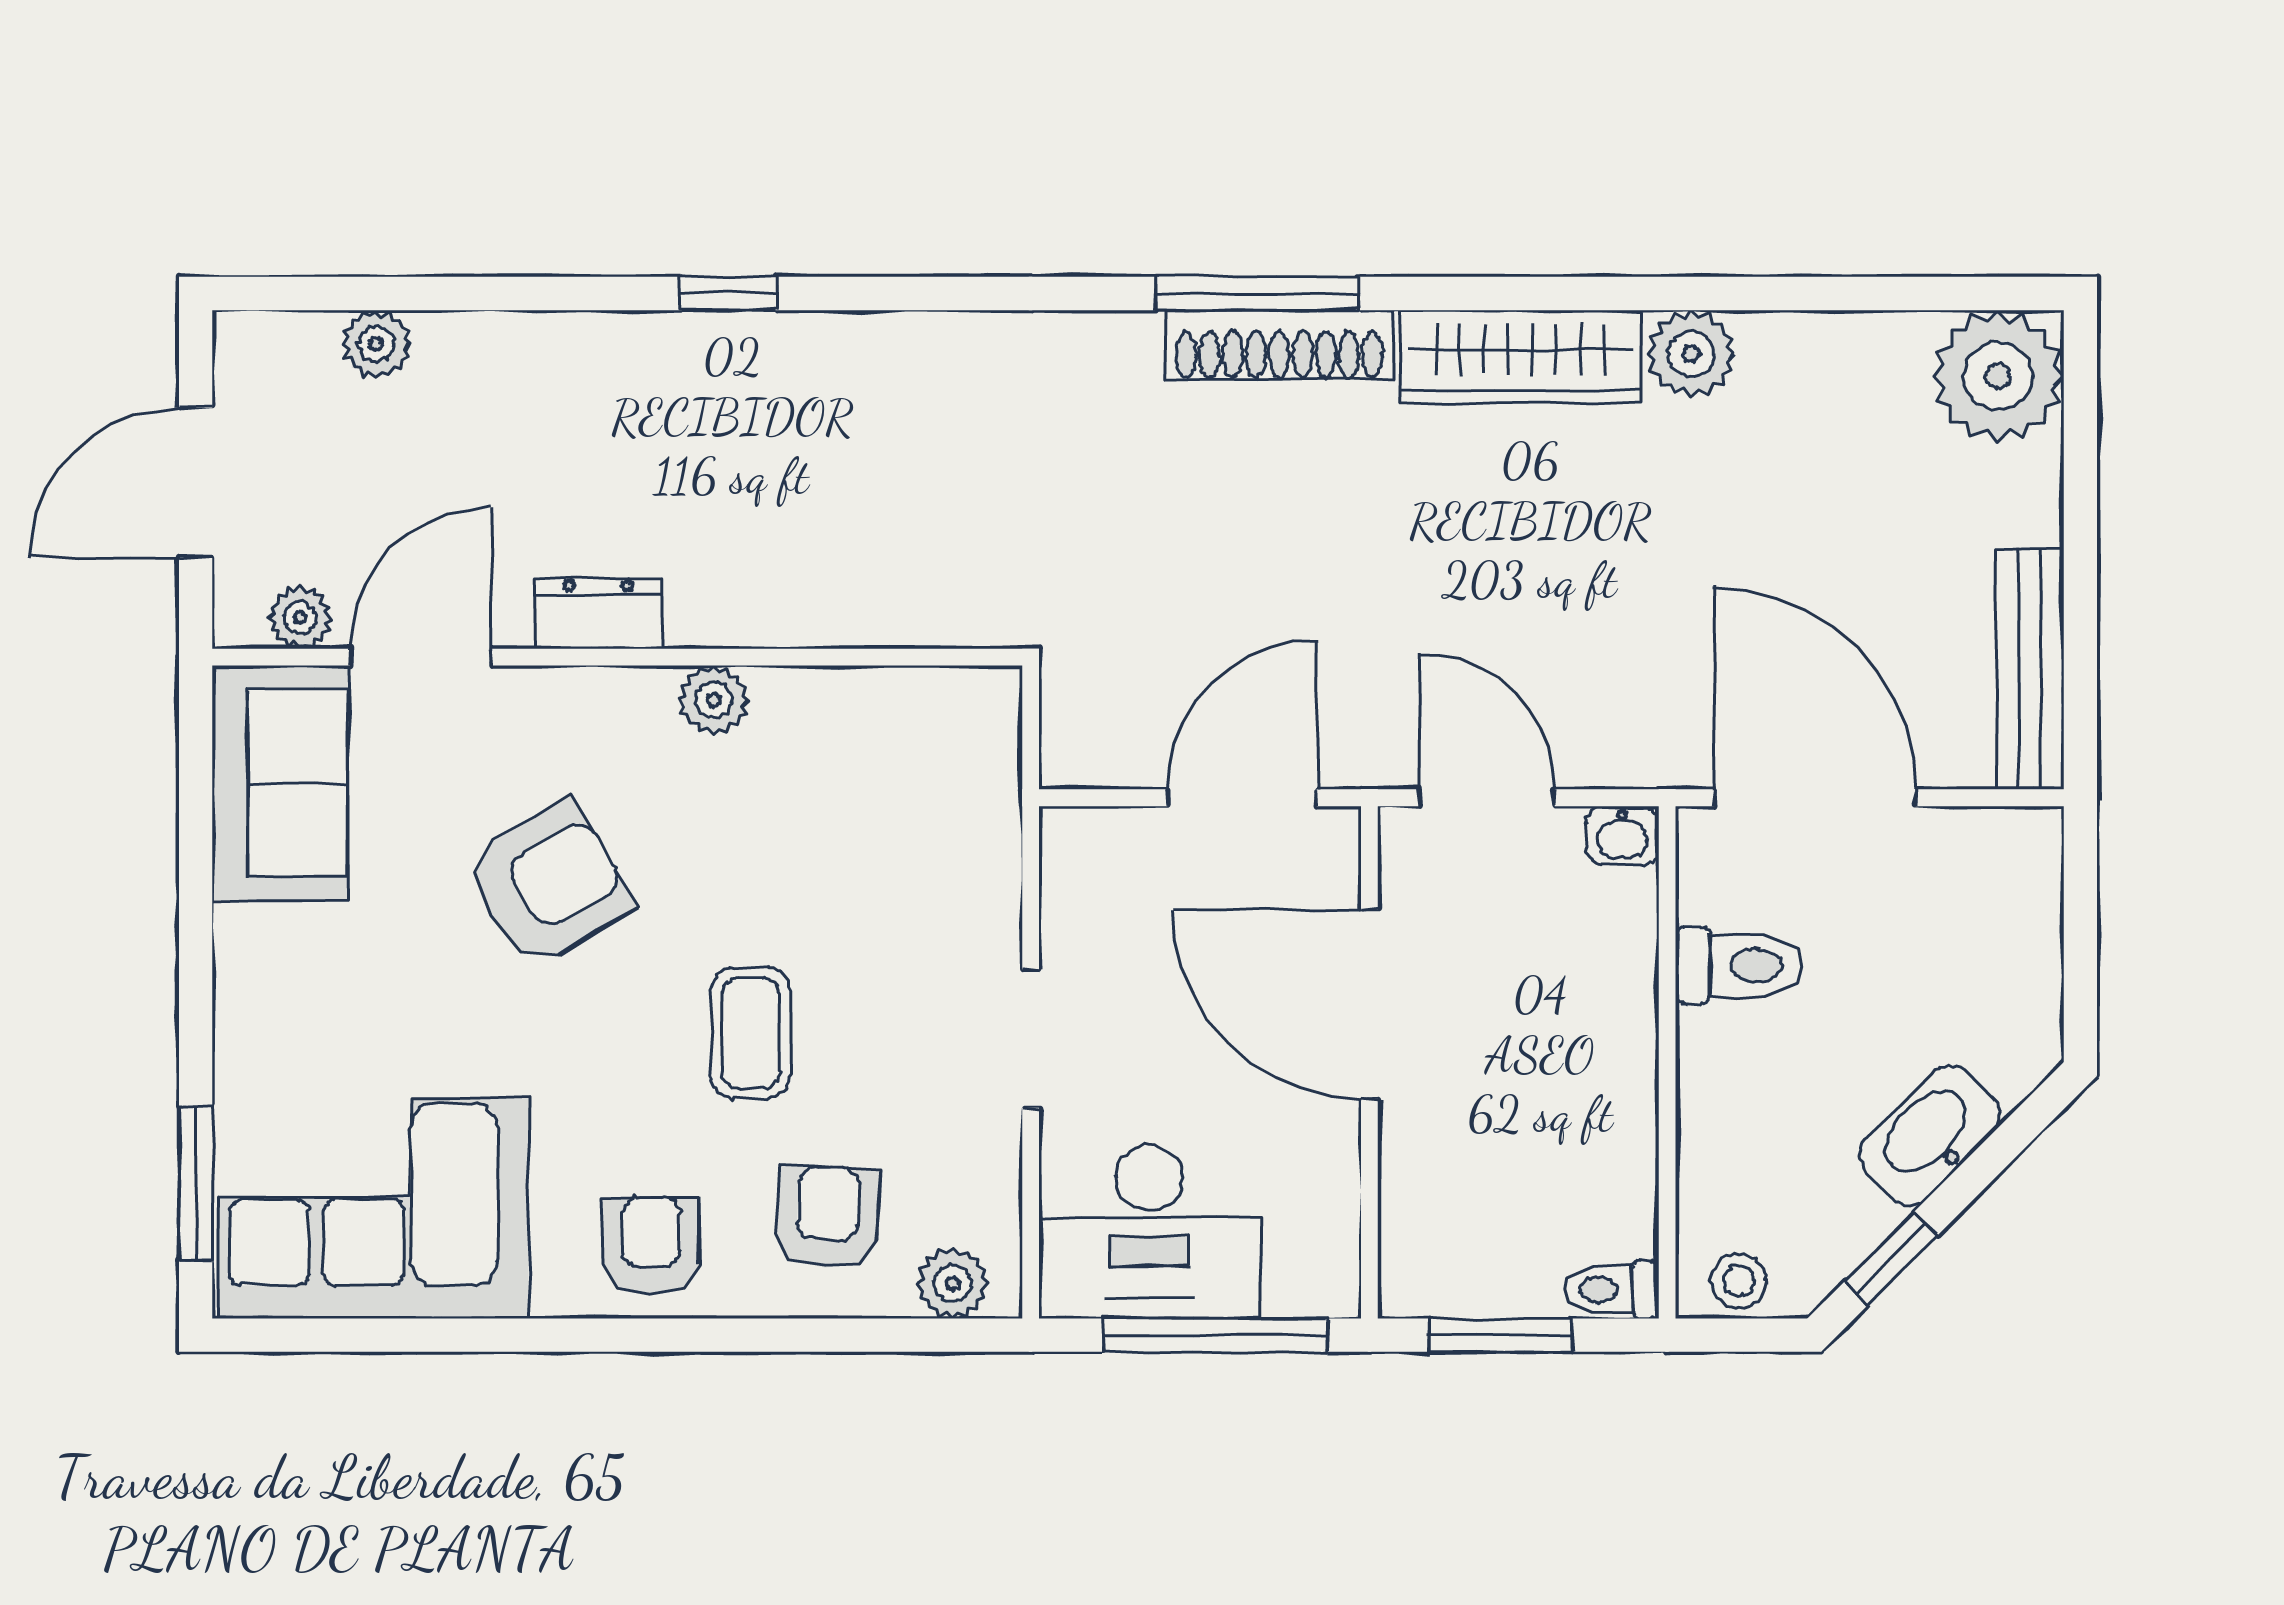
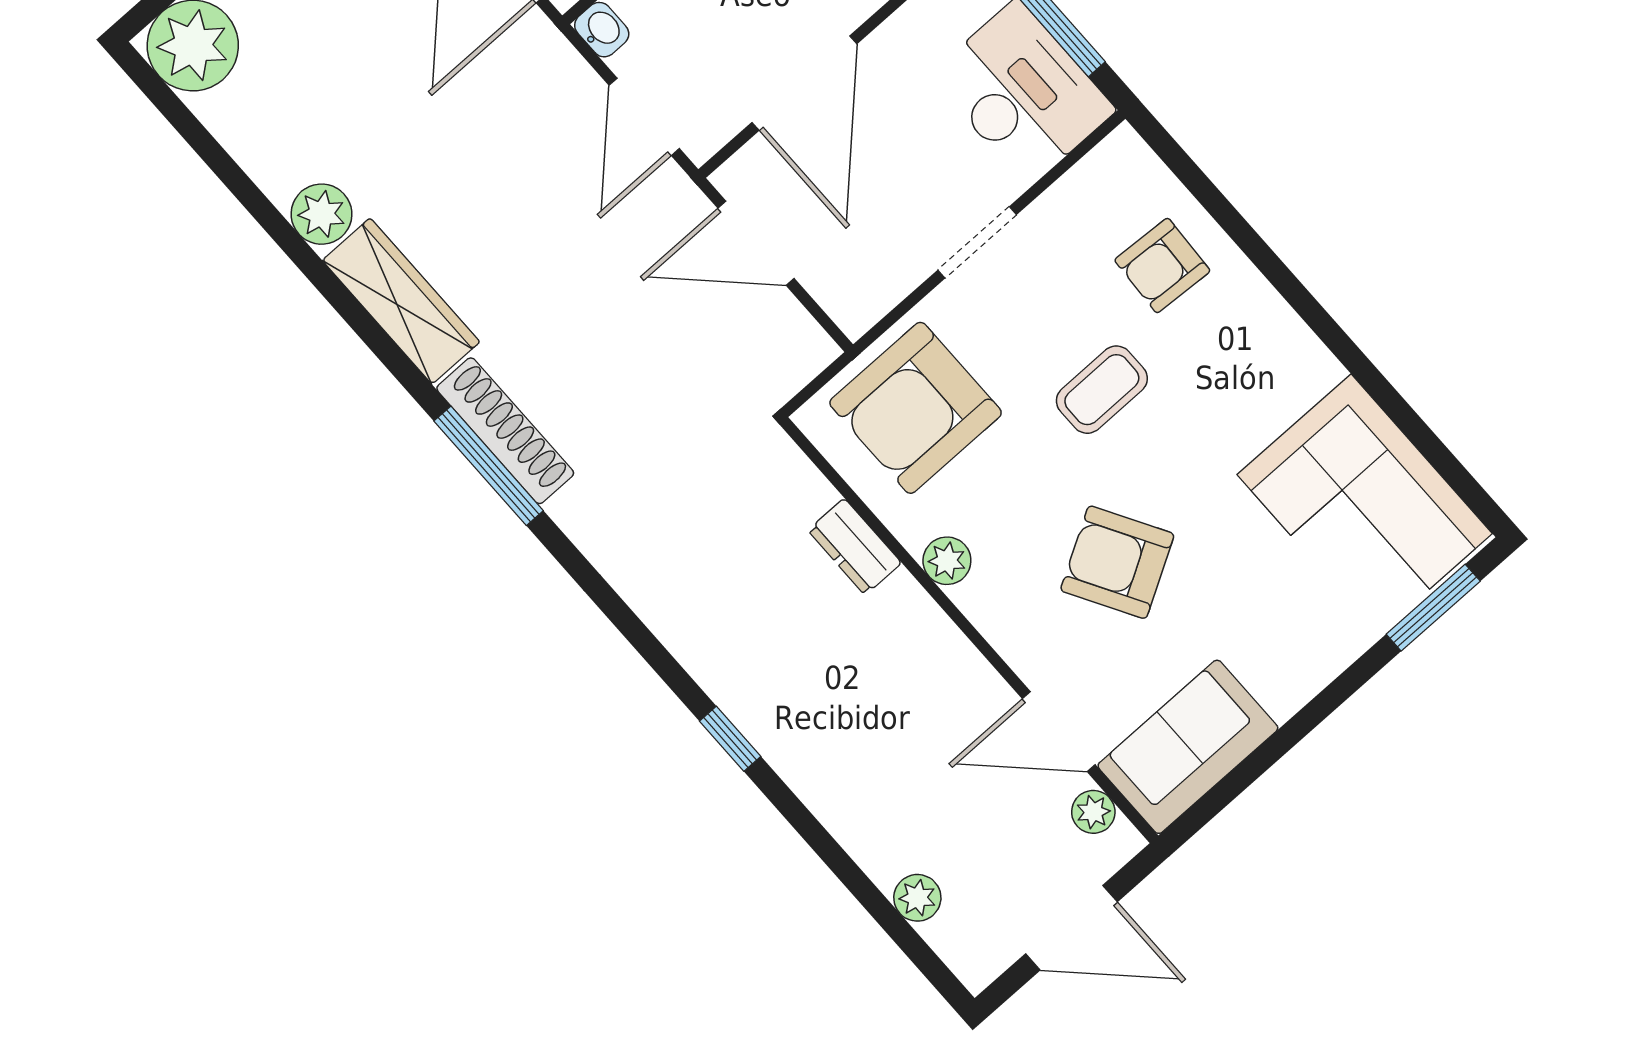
dresser: (598, 613) -> (855, 547), moved
armchair: (651, 1246) -> (916, 408), moved, width x1.88, depth x1.88
plant: (953, 1283) -> (1139, 171), removed

